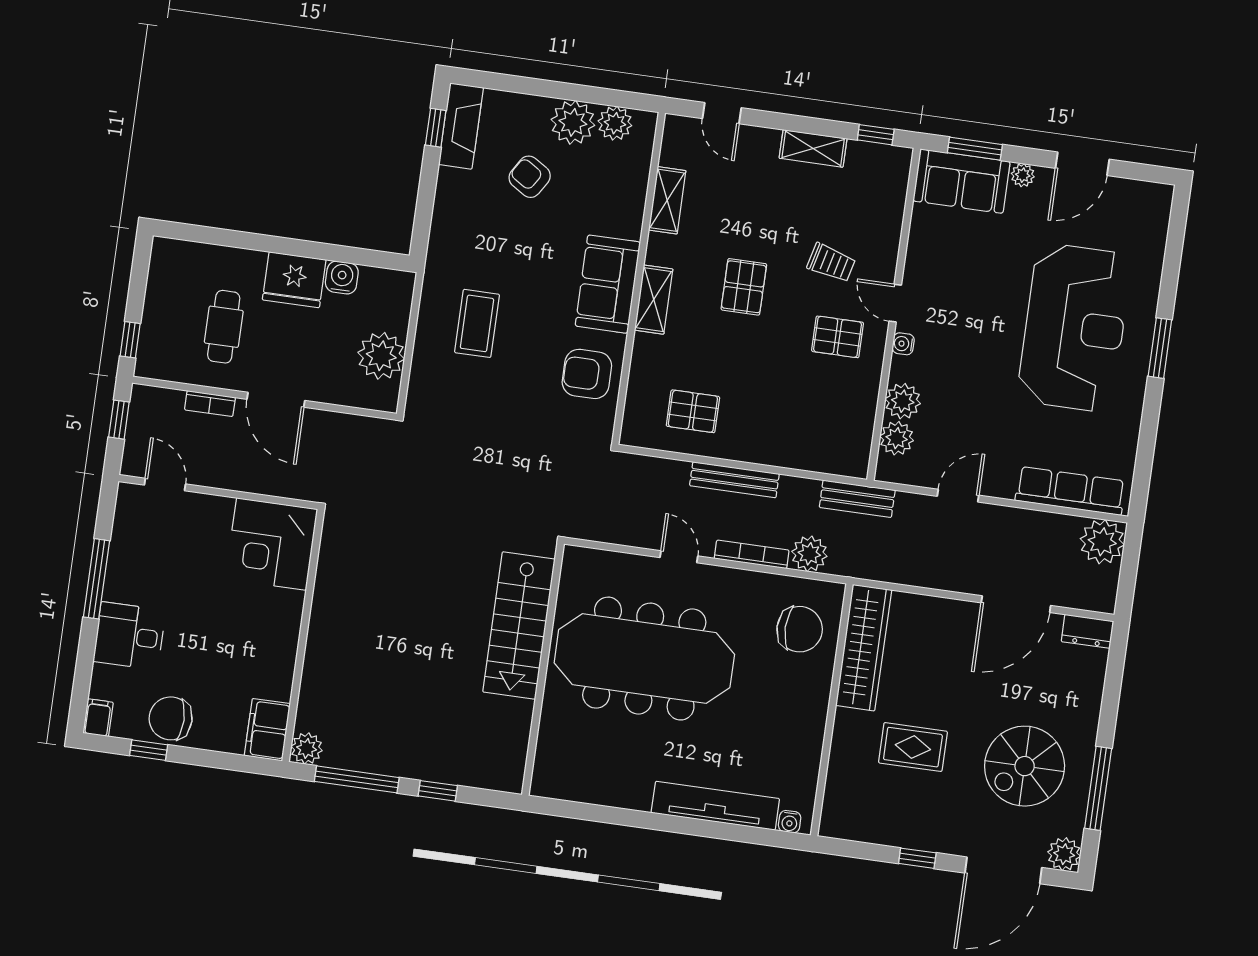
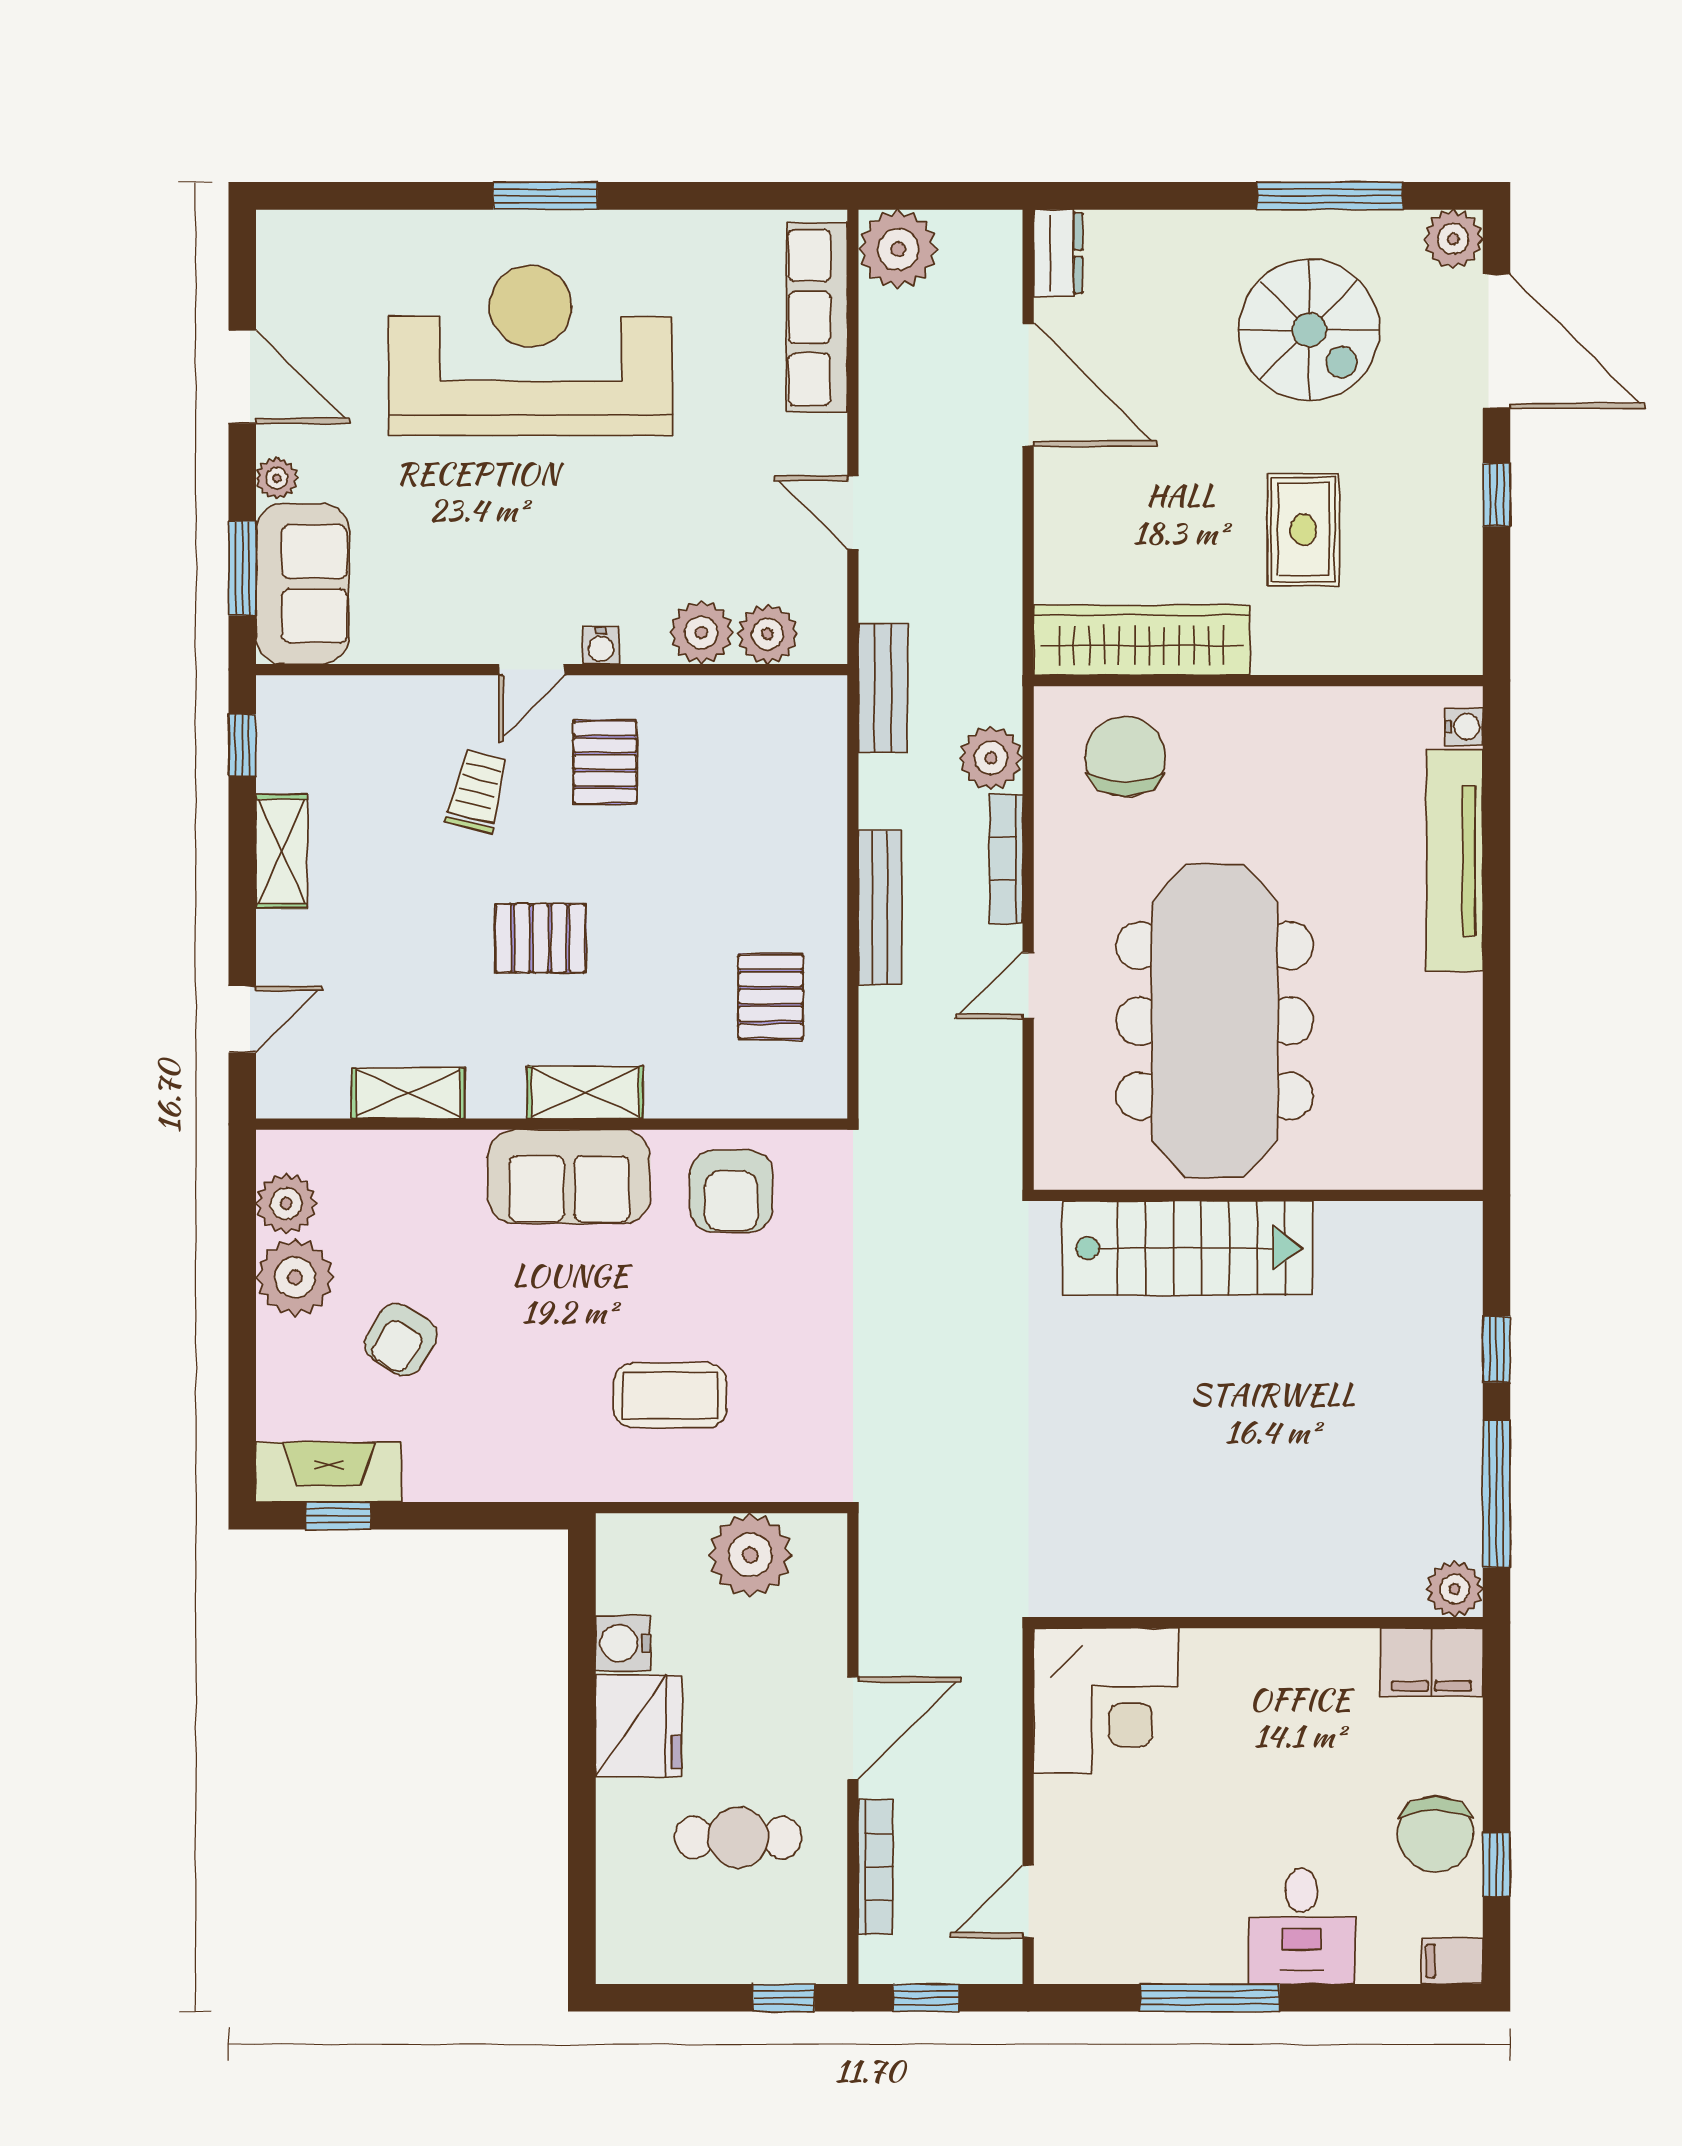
bookcase: (210, 404) -> (876, 1867), width x1.56

